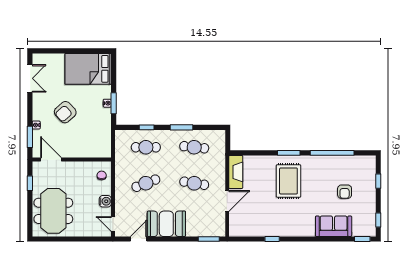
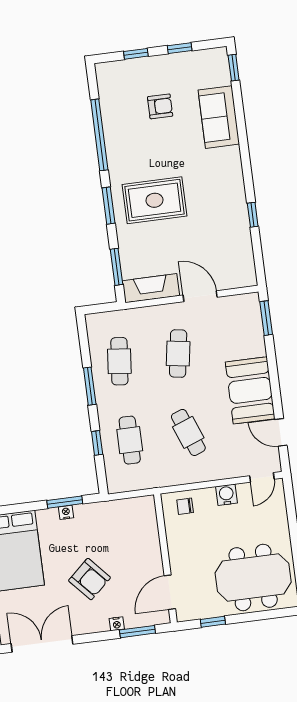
double door: (30, 78) -> (42, 644), width x1.37
window: (251, 153) -> (116, 267), added
window: (378, 220) -> (180, 48), moved

